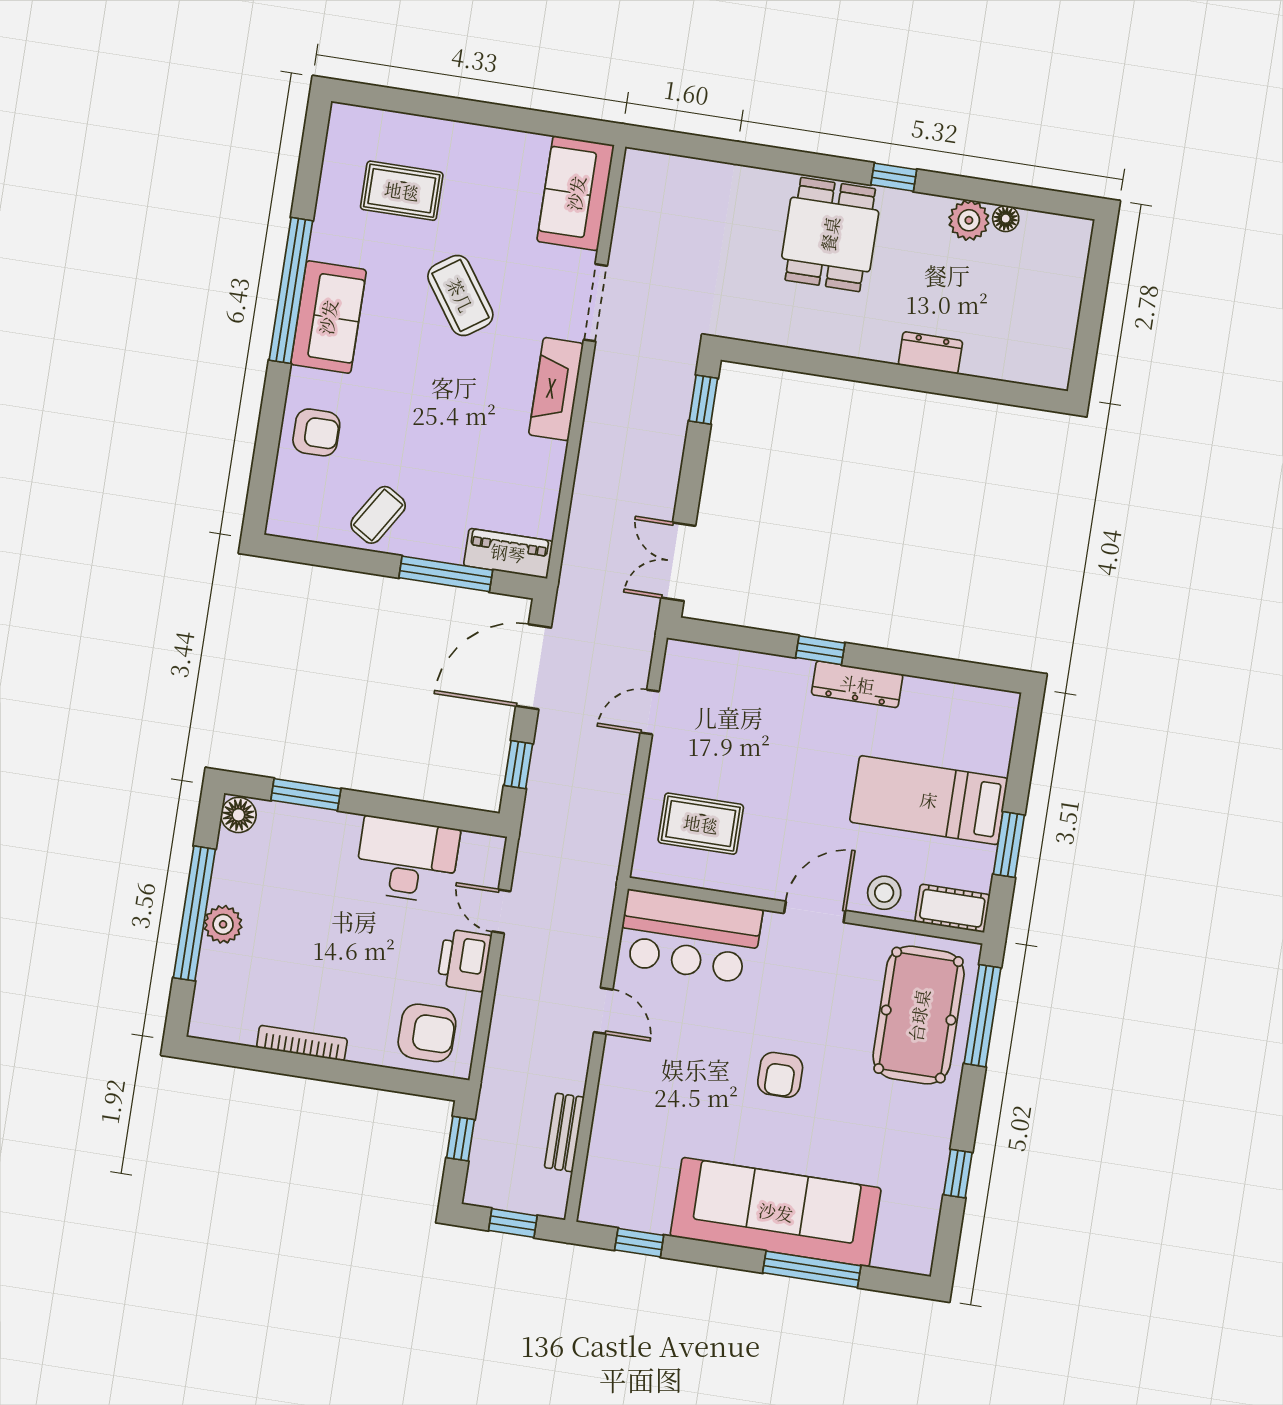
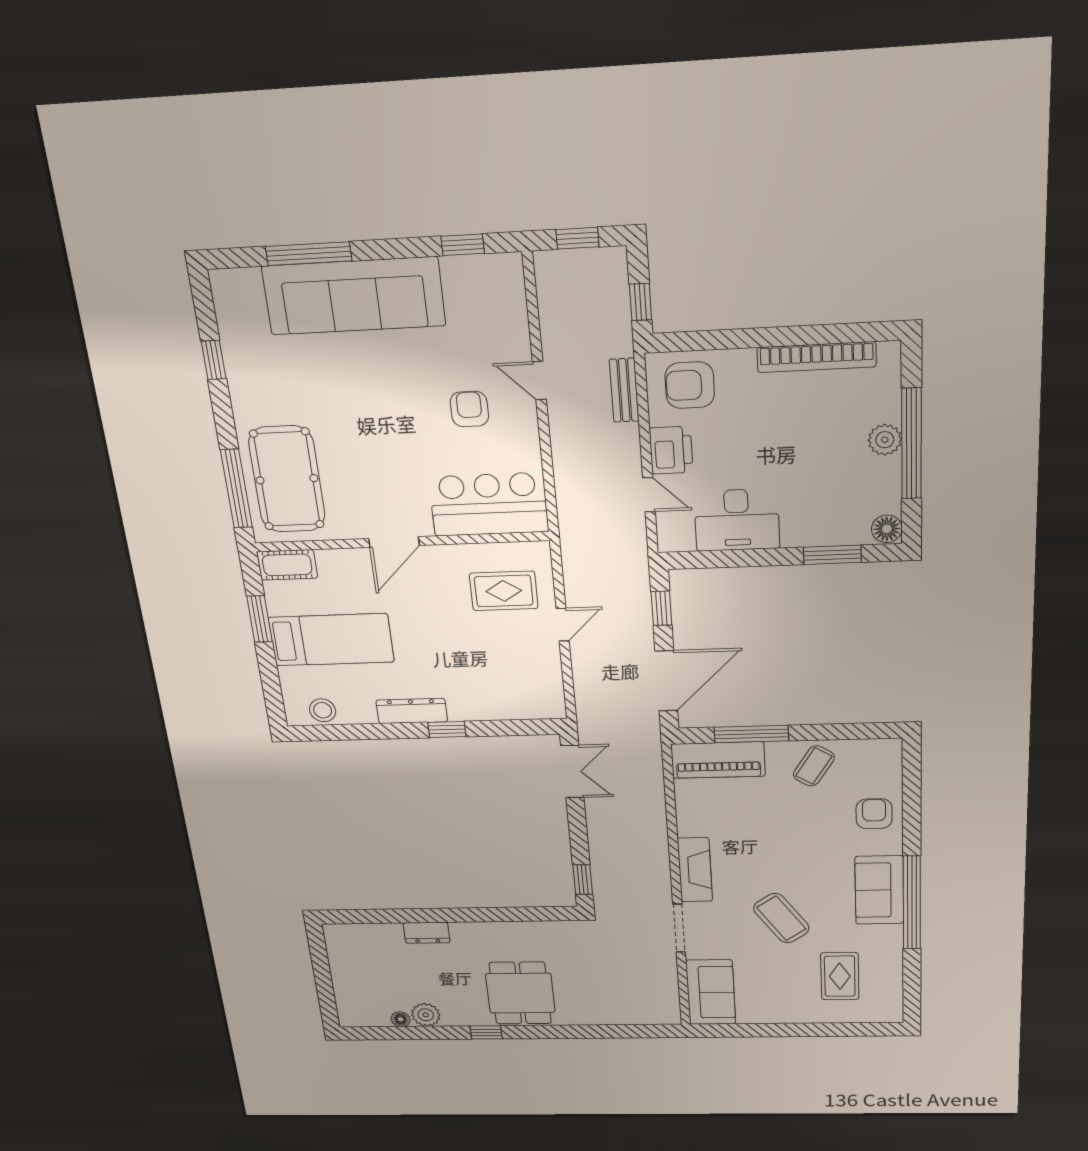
rug: (402, 191) -> (840, 976), turned 90
armchair: (316, 432) -> (874, 814), turned 90
piano: (508, 553) -> (718, 760), width x1.37, depth x1.33
door: (650, 712) -> (563, 625), moved
stool: (884, 893) -> (323, 710), moved
door: (603, 1011) -> (539, 381), moved
bookcase: (302, 1043) -> (817, 357), width x1.48, depth x1.31
armchair: (780, 1075) -> (469, 409), moved
bench: (564, 1132) -> (624, 390), moved

